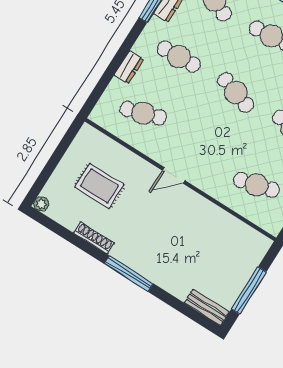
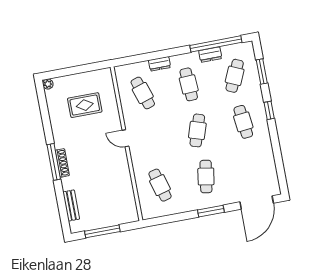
rug: (99, 186) -> (85, 105), turned 90
shoe rack: (94, 238) -> (62, 163), moved
bench: (207, 307) -> (71, 205), moved

